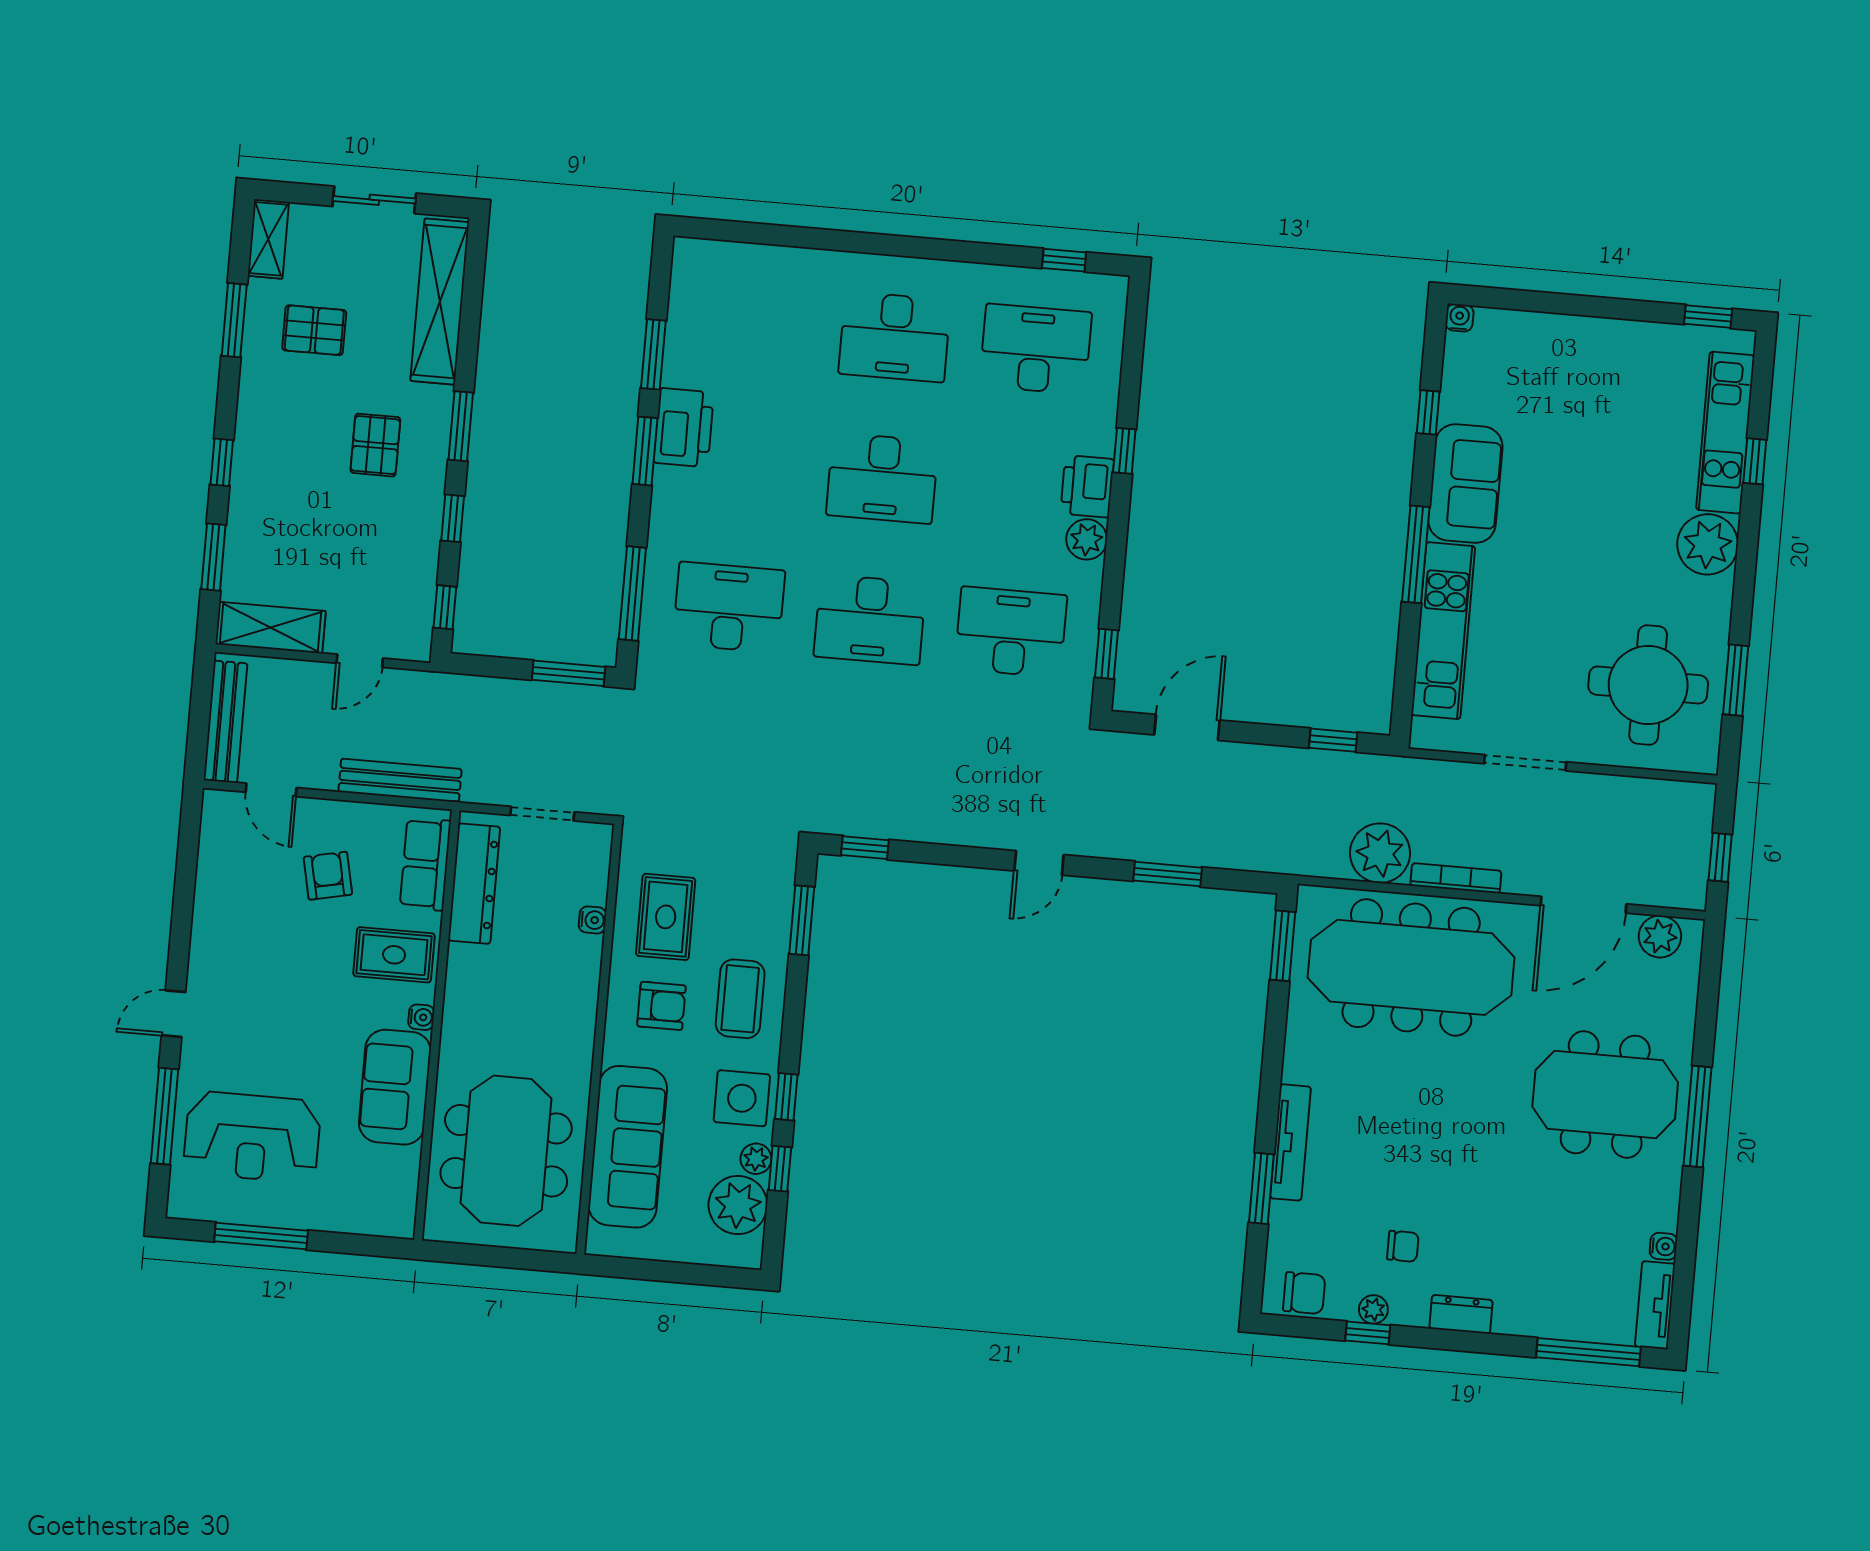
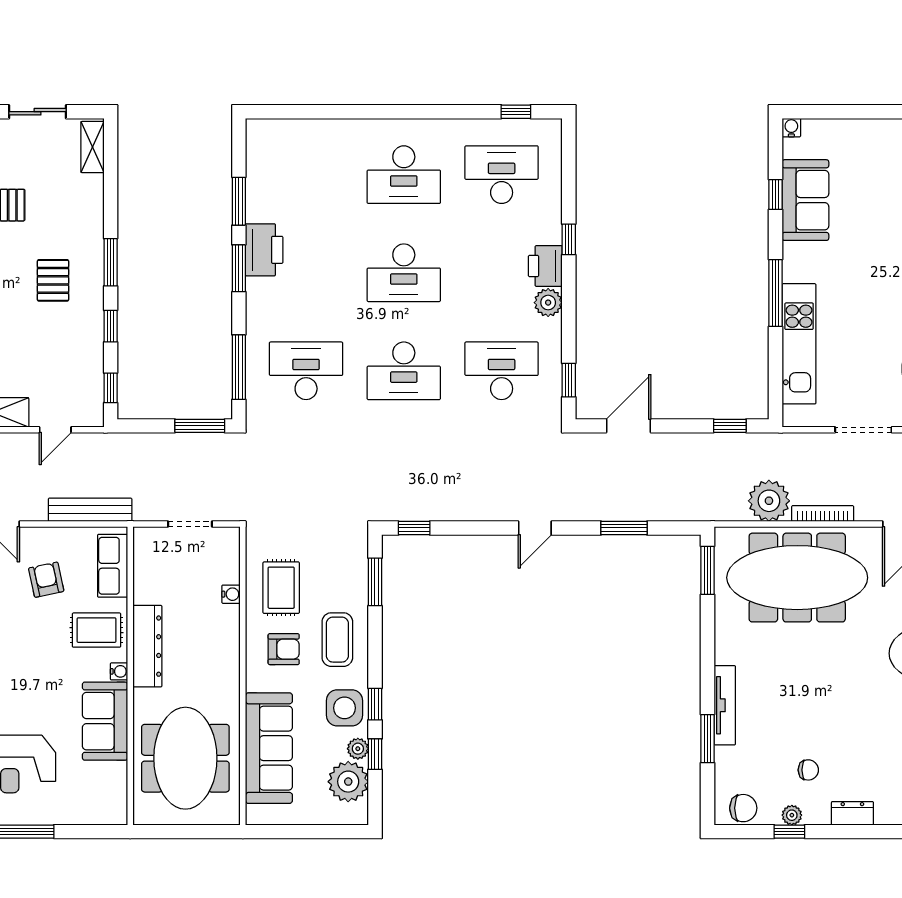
shelving: (440, 302) -> (92, 147), width x0.45, depth x0.75
sofa: (1465, 484) -> (805, 200), moved
dresser: (474, 884) -> (147, 646), moved

